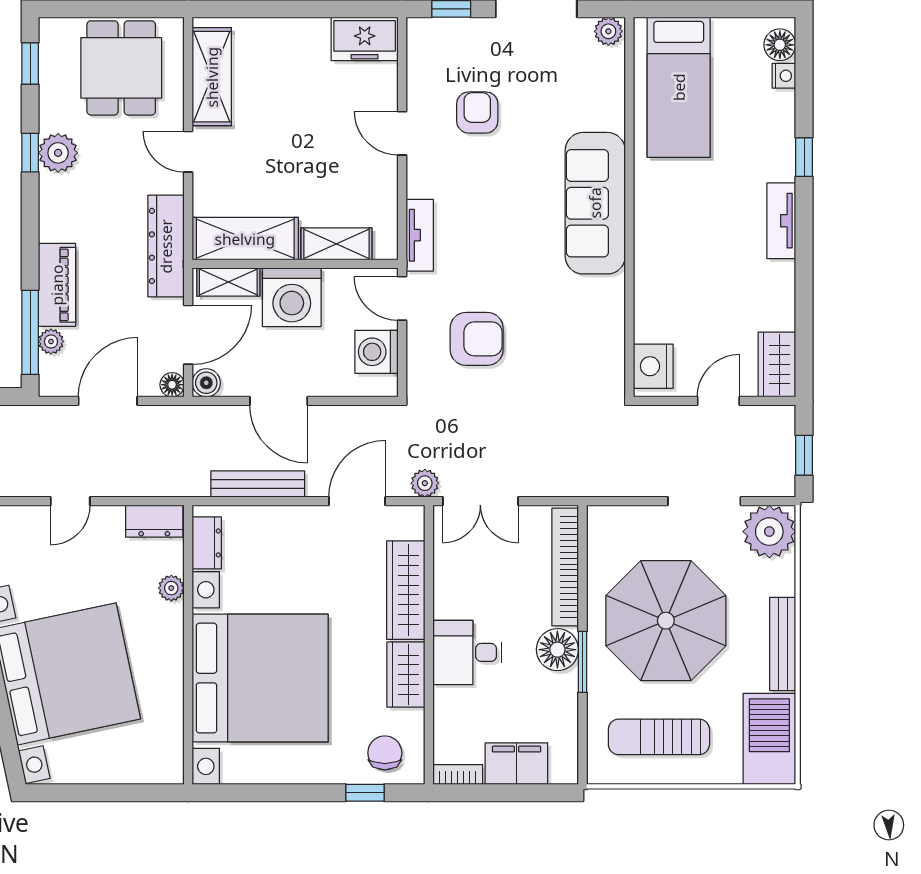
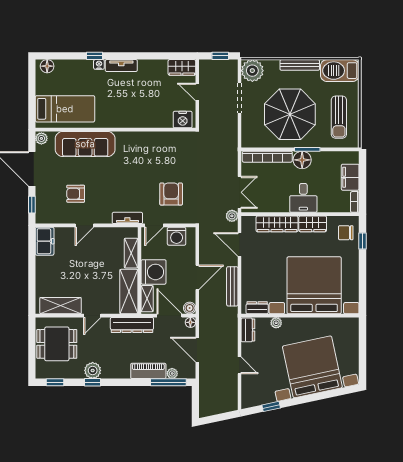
nightstand: (784, 76) -> (99, 64), moved
sofa: (595, 203) -> (85, 144), moved

